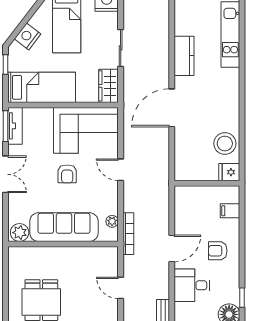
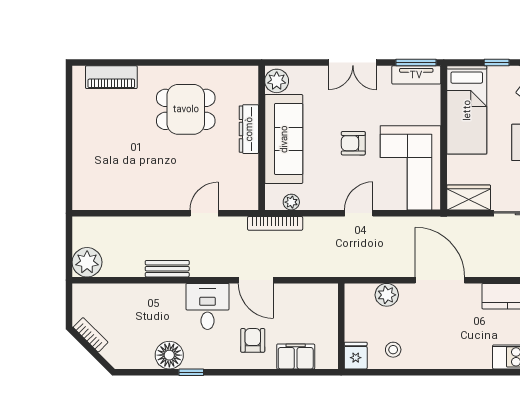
stool: (225, 144) -> (393, 350), width x0.53, depth x0.53
plant: (183, 148) -> (387, 295), added
filing cabinet: (230, 211) -> (296, 357), width x2.00
dresser: (56, 254) -> (249, 129), added

